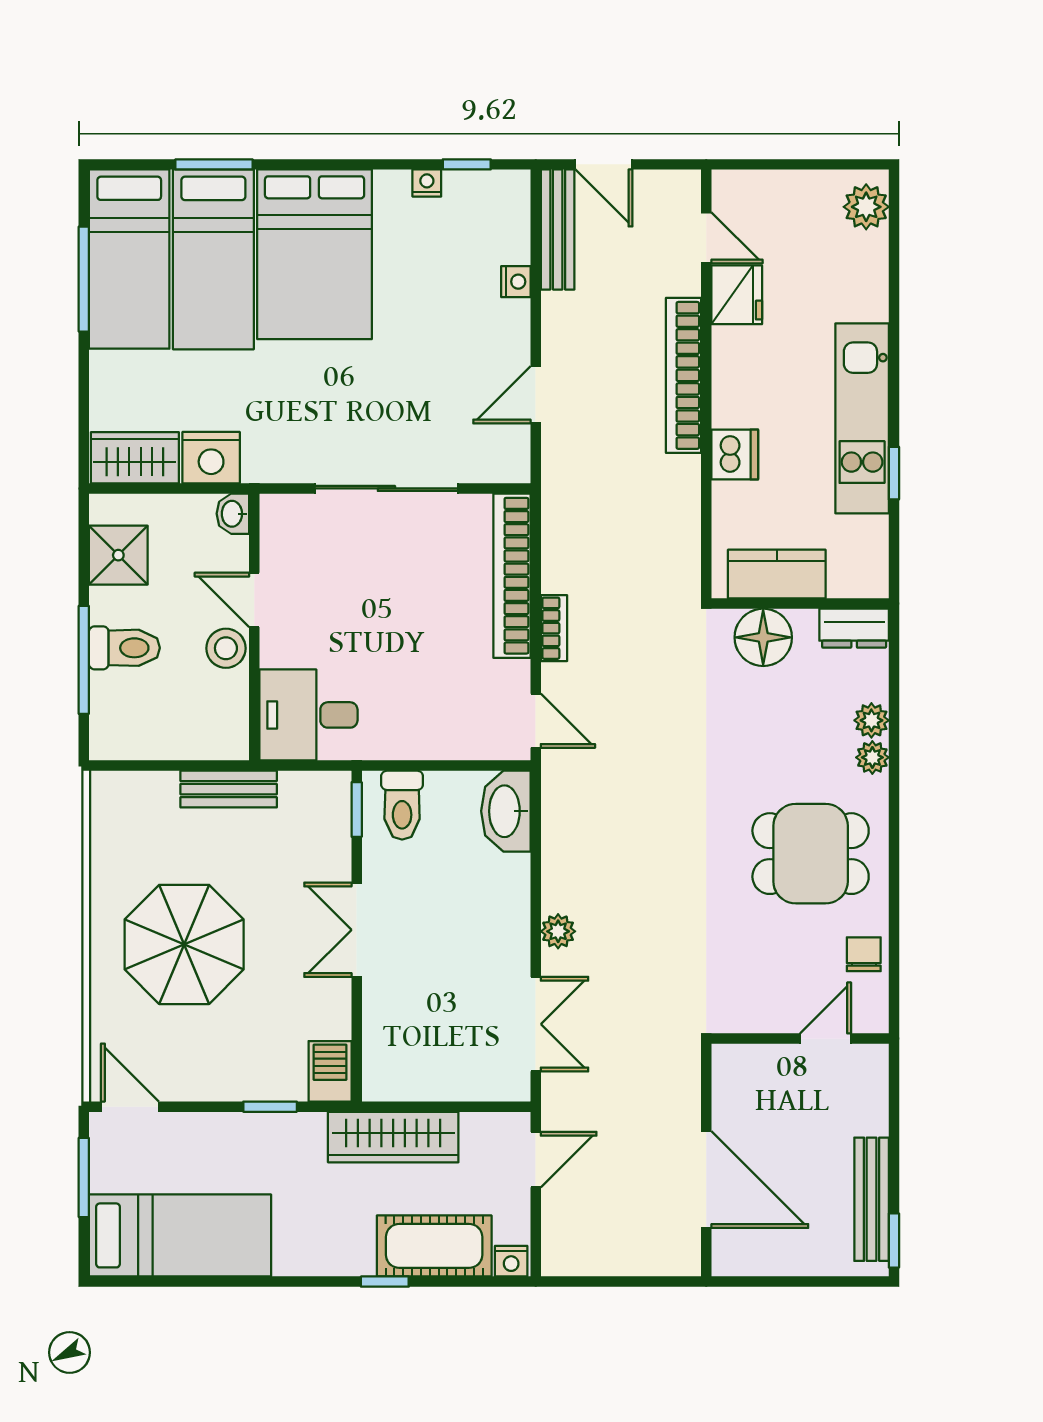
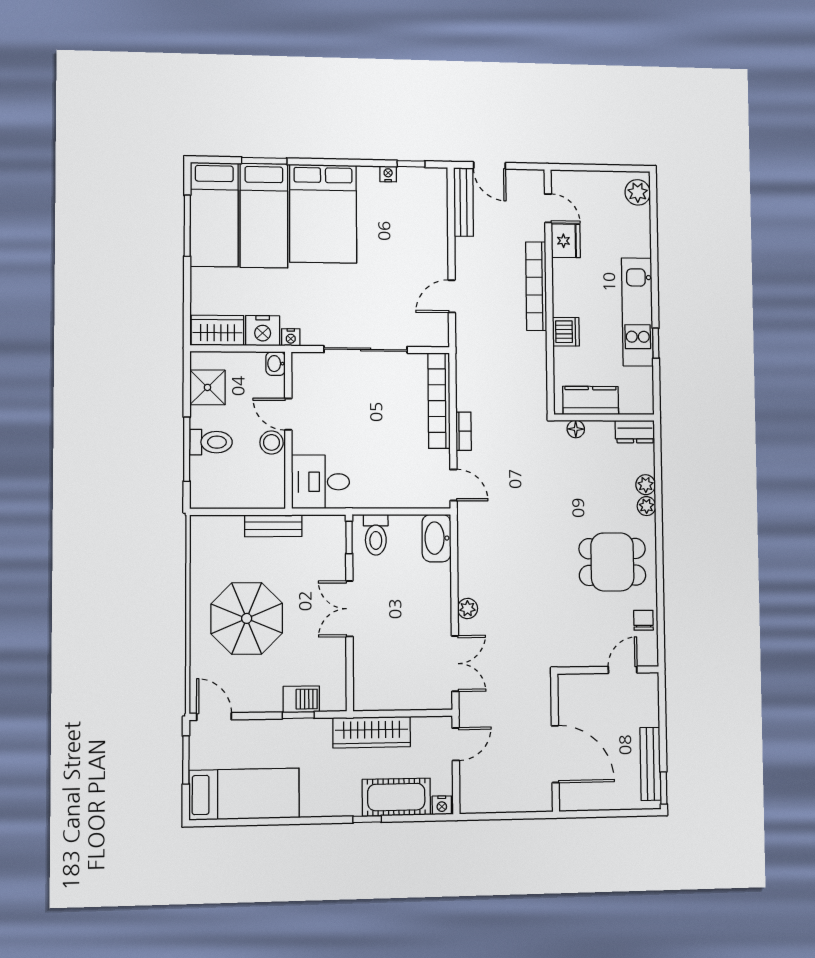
nightstand: (516, 282) -> (291, 337), moved, turned 90
floor lamp: (763, 637) -> (576, 429), width x0.53, depth x0.53
barbecue: (330, 1071) -> (301, 699), moved, turned 90

